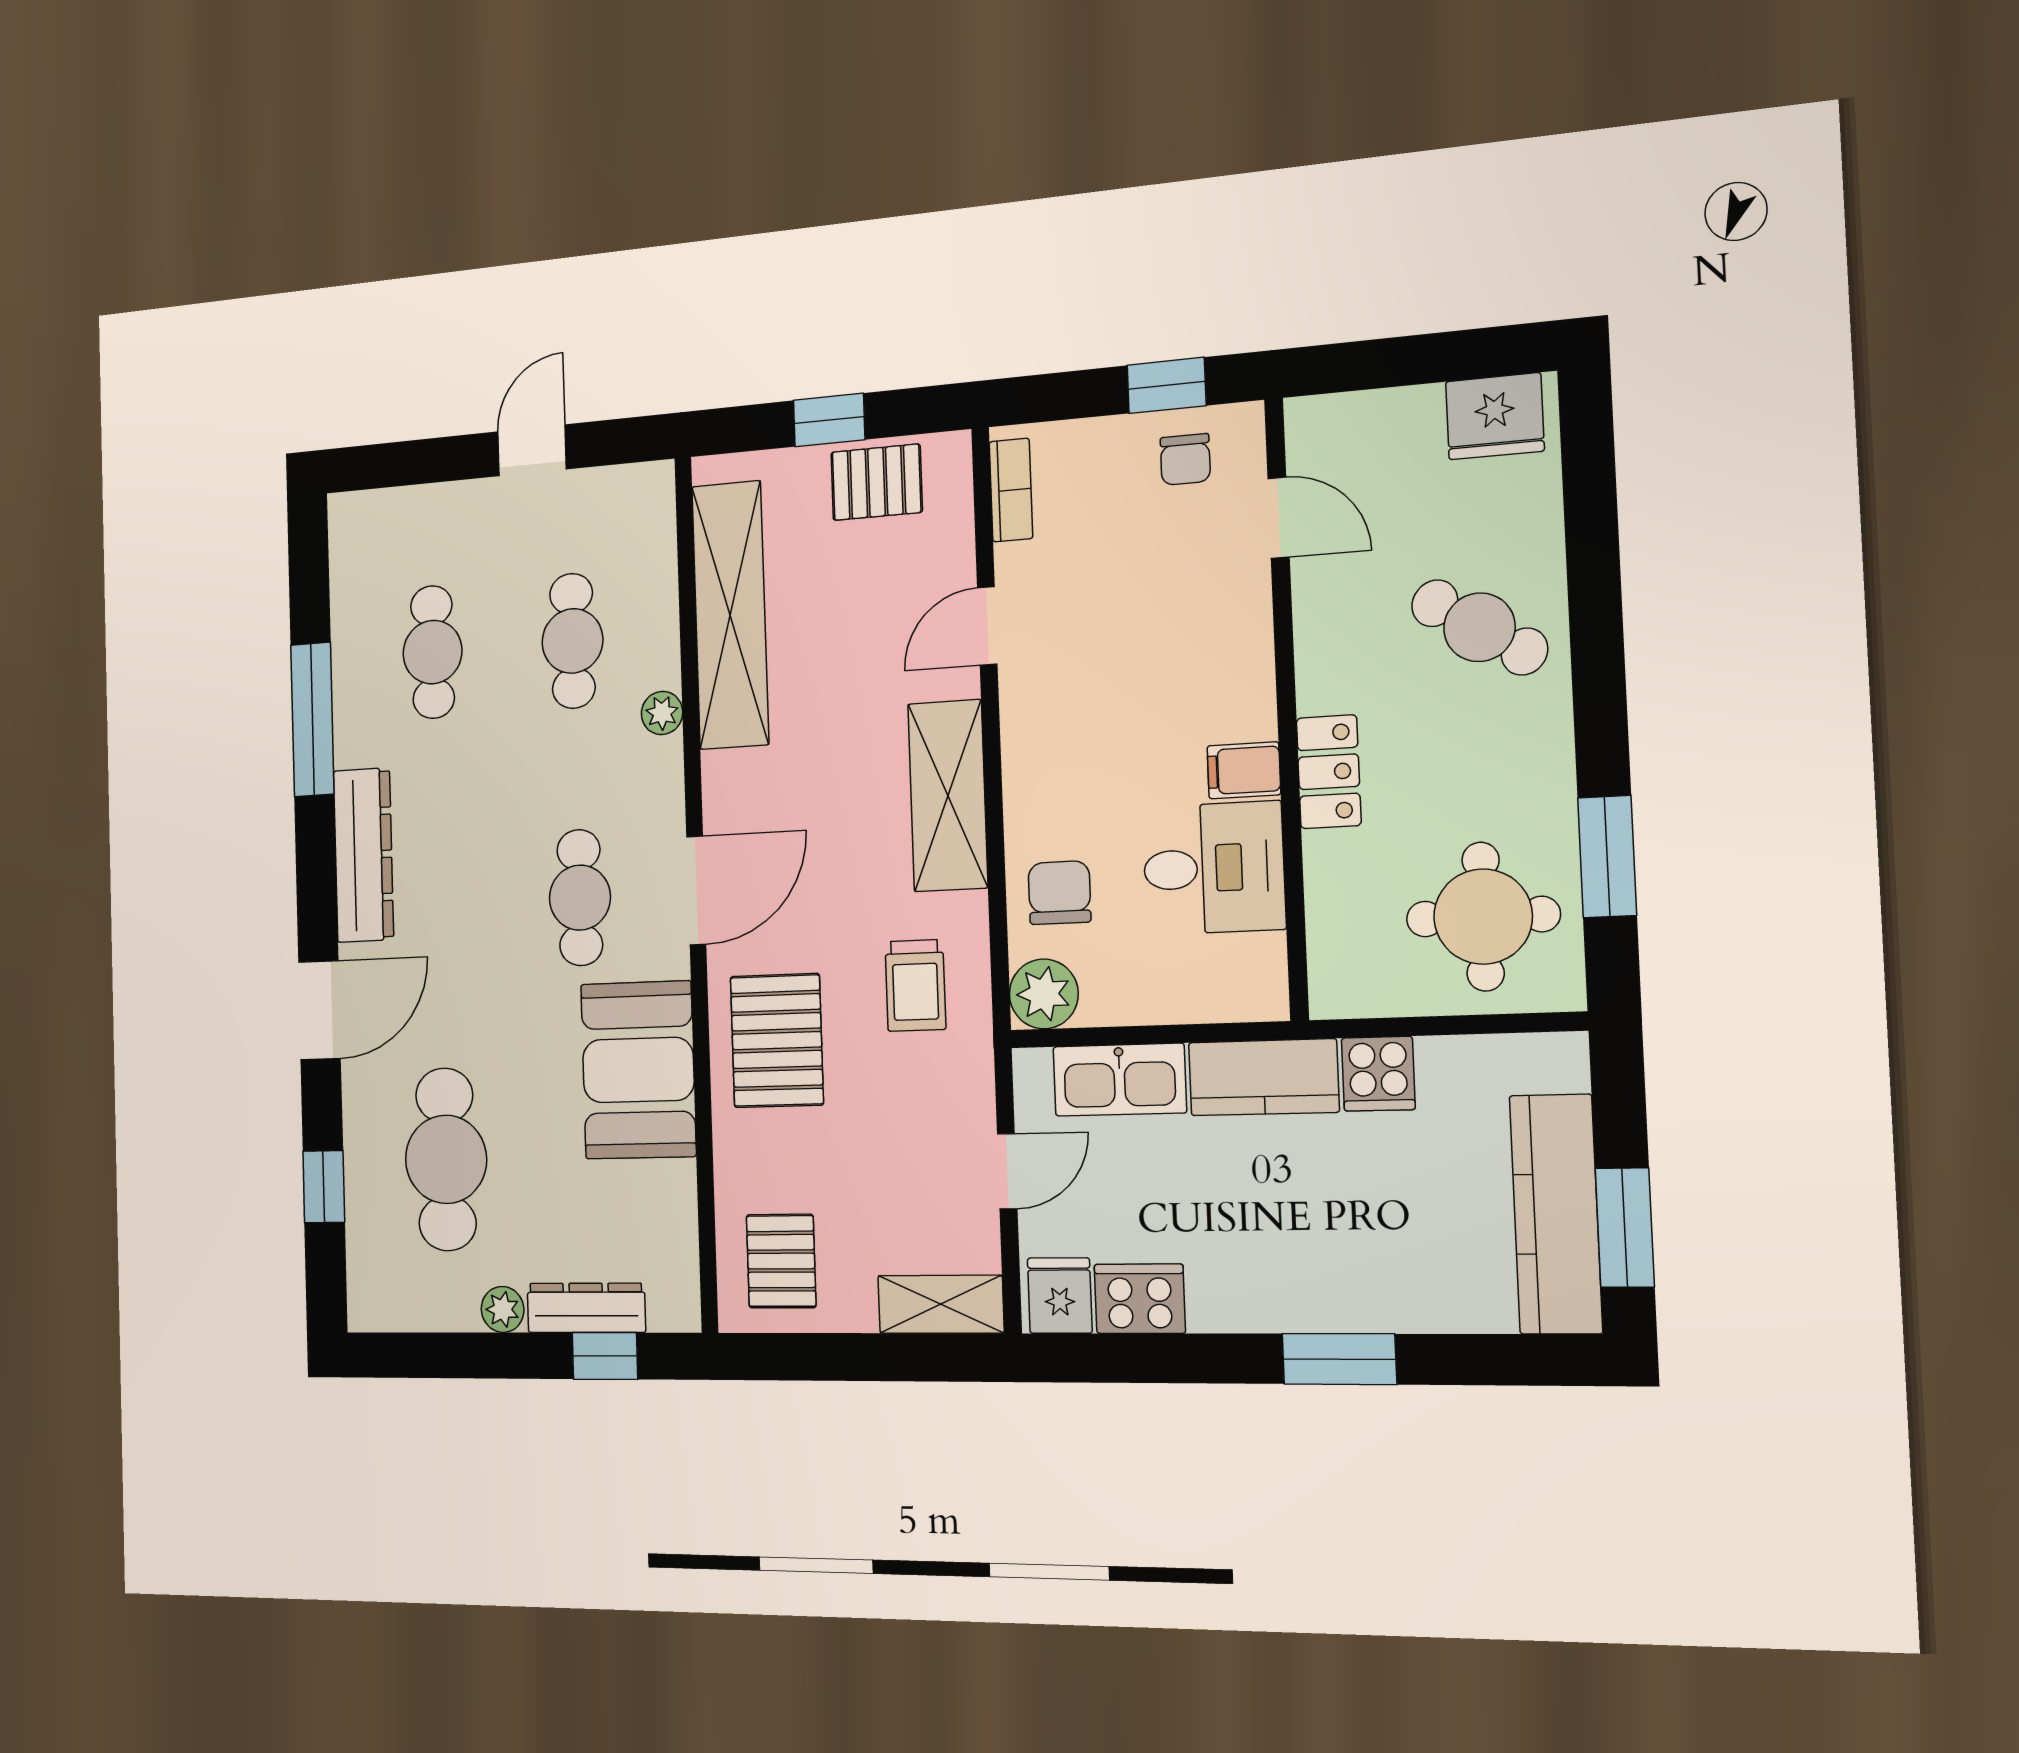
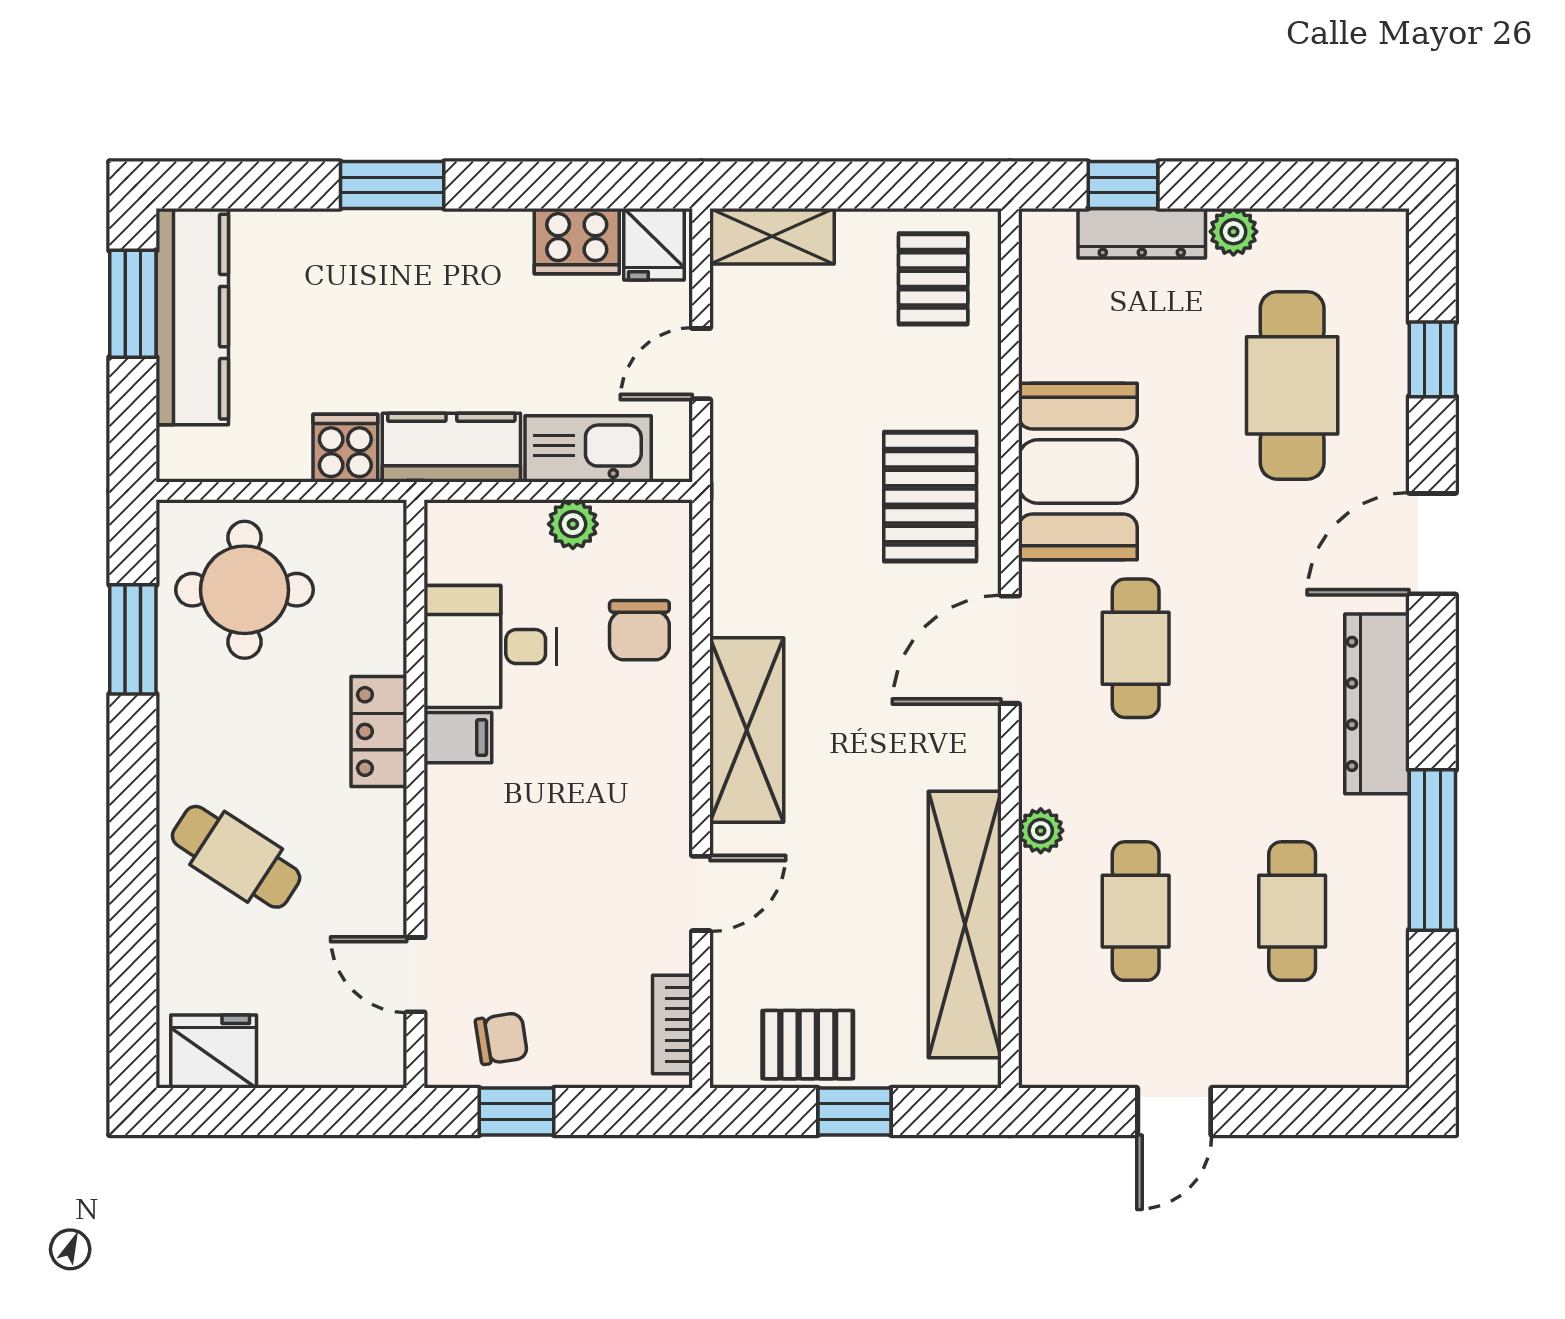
chair: (1185, 459) -> (501, 1038), turned 81
trolley: (915, 985) -> (786, 546), removed
plant: (1044, 994) -> (573, 524), moved, width x0.73, depth x0.73

